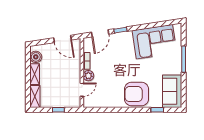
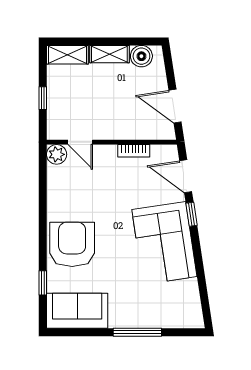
door: (63, 39) -> (175, 106), hinge flipped
corner sofa: (154, 42) -> (164, 243), moved
plant: (88, 76) -> (57, 154), moved

